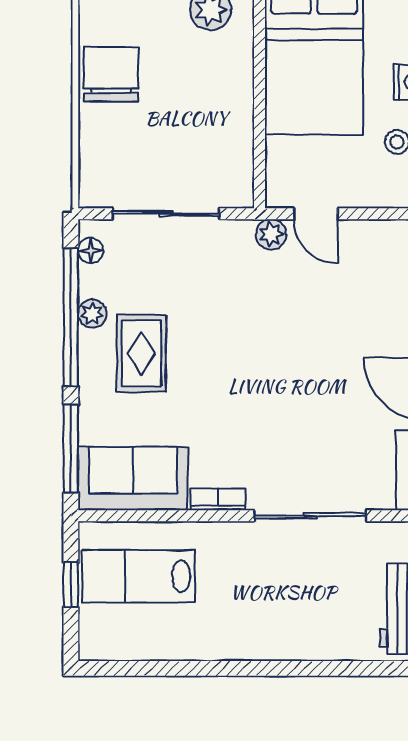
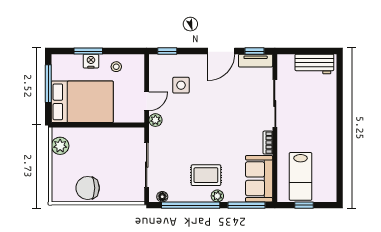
side table: (353, 295) -> (181, 85), added
plant: (92, 314) -> (217, 196), moved

